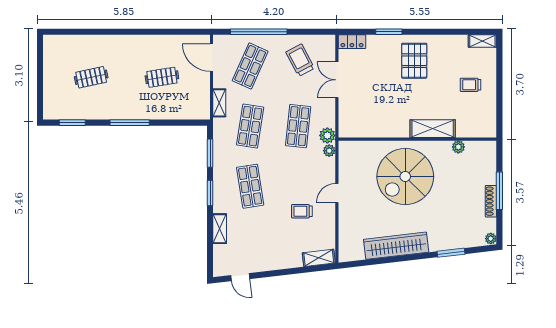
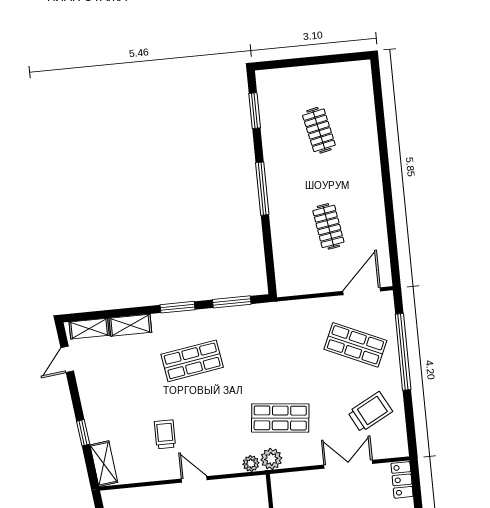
shelving: (219, 103) -> (89, 329), moved
shop shelf: (250, 126) -> (274, 353), removed
window: (295, 271) -> (83, 433), added

